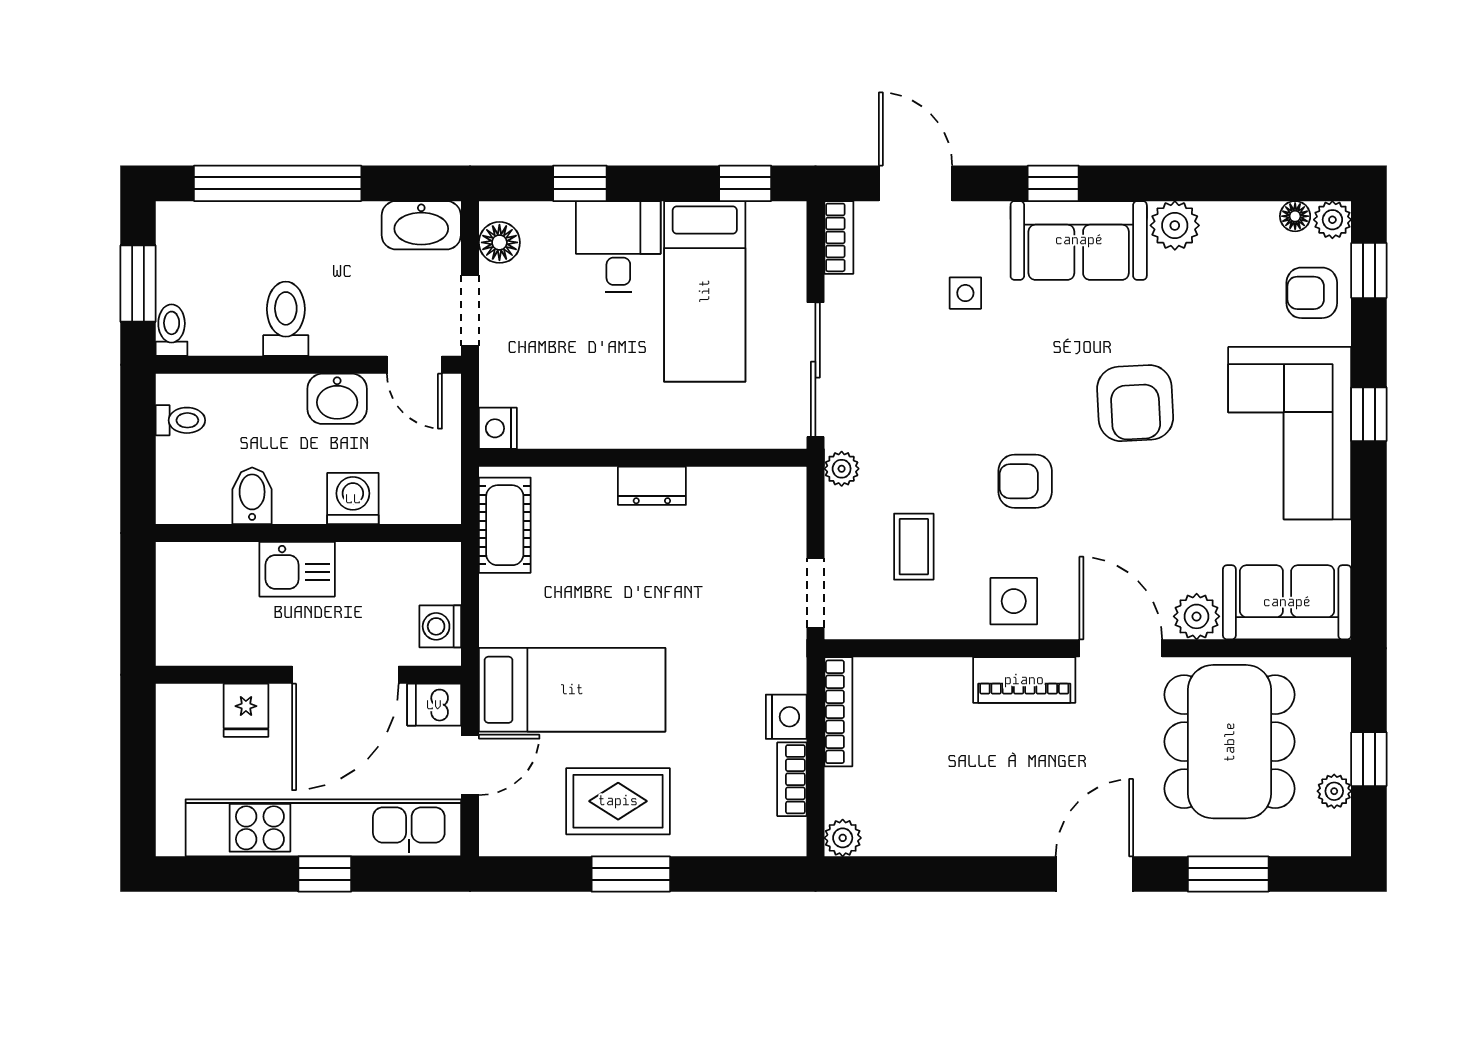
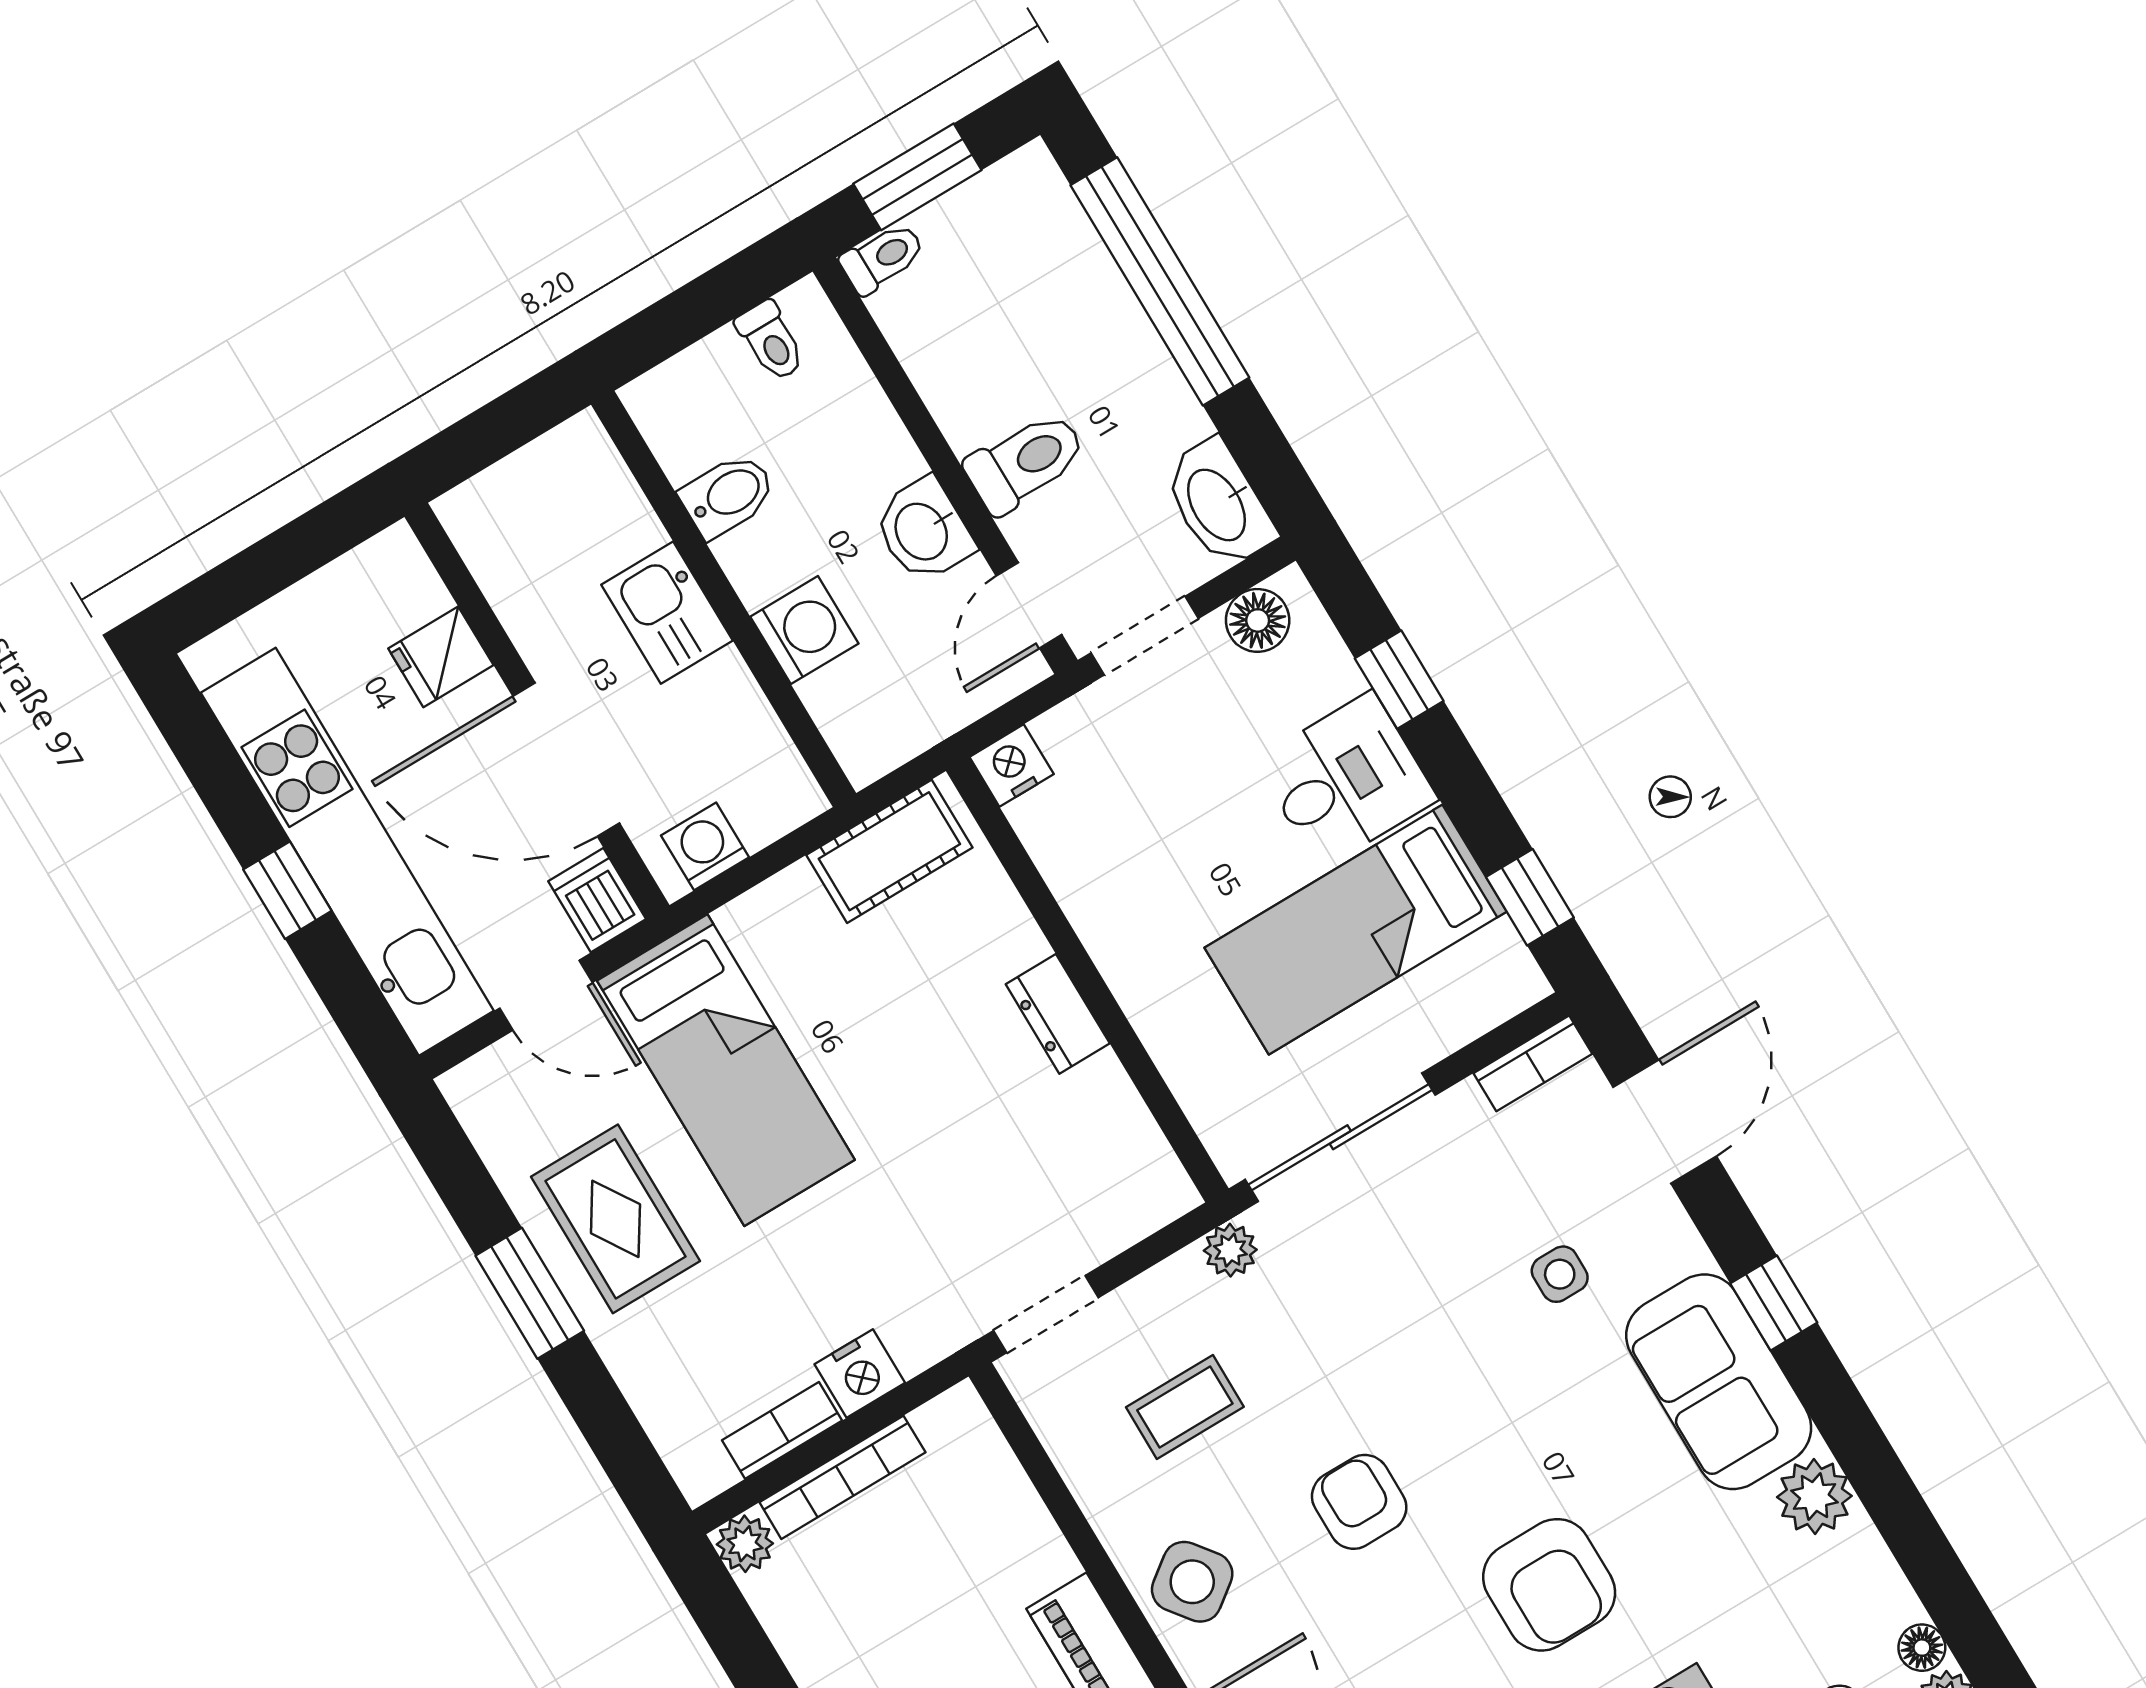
toilet: (286, 319) -> (1026, 462), moved
armchair: (1135, 403) -> (1549, 1585), turned -87
side table: (1014, 601) -> (1192, 1582), turned -37
bookcase: (838, 712) -> (842, 1477), moved

